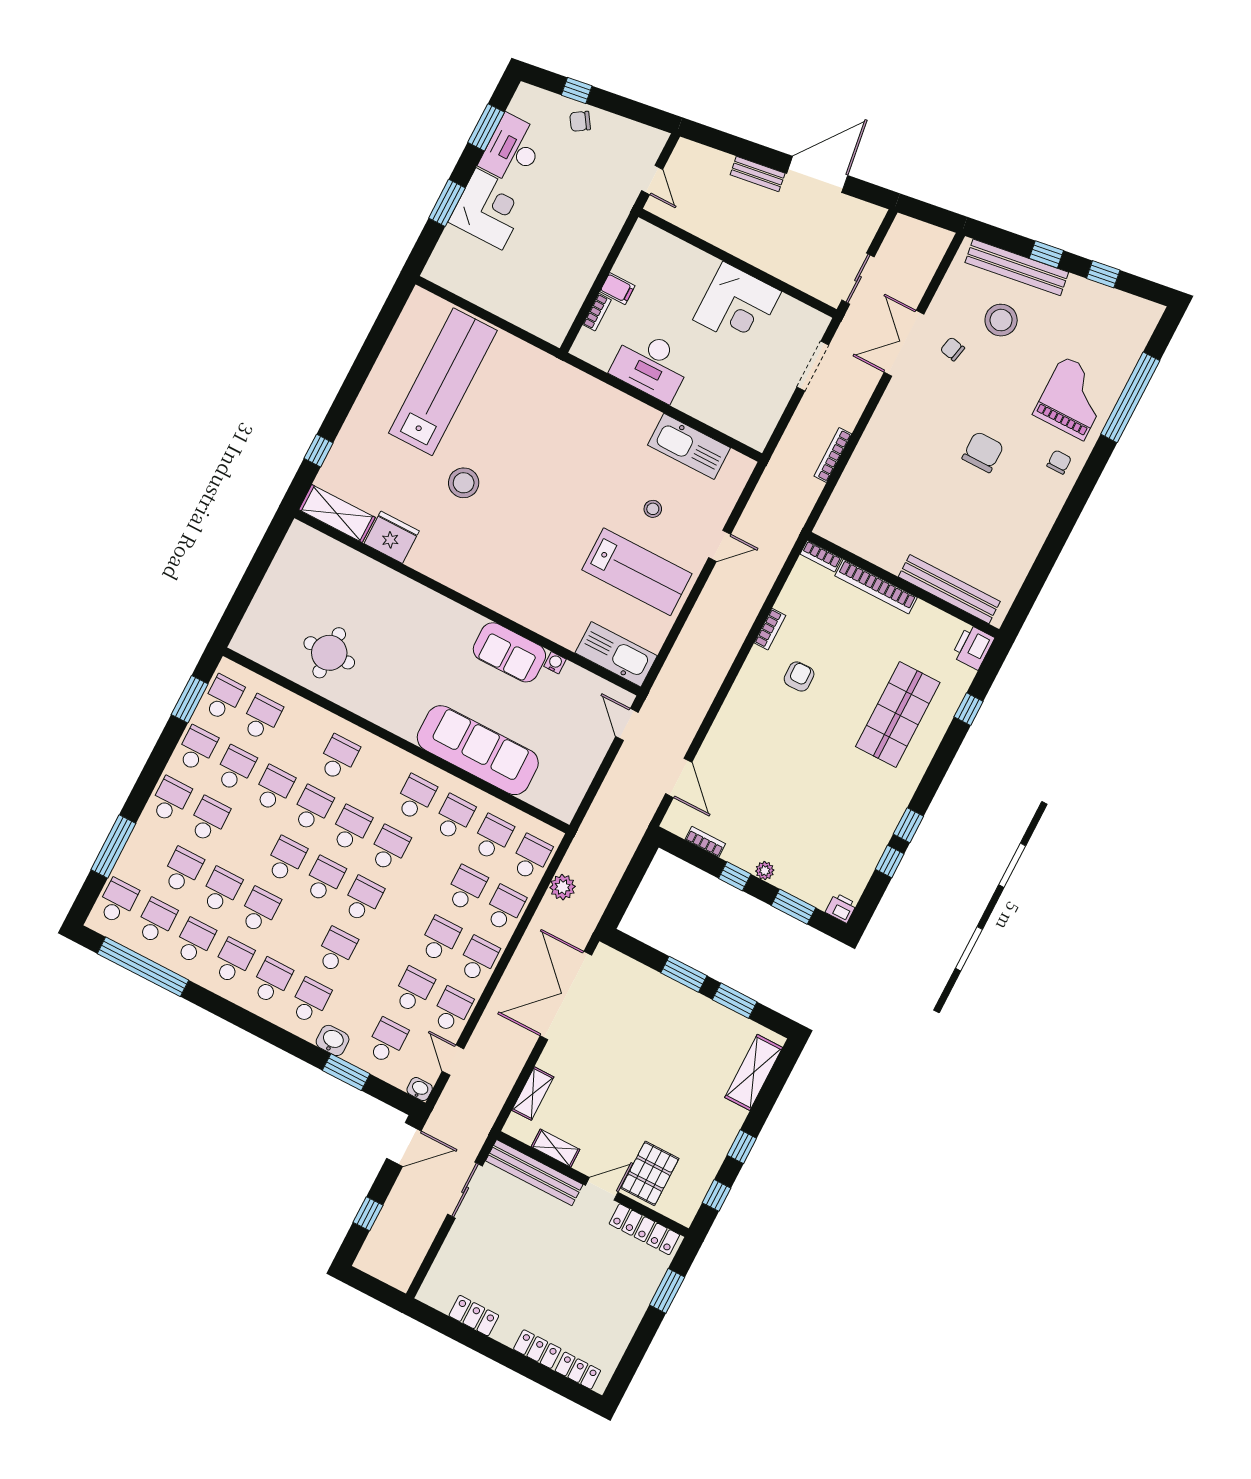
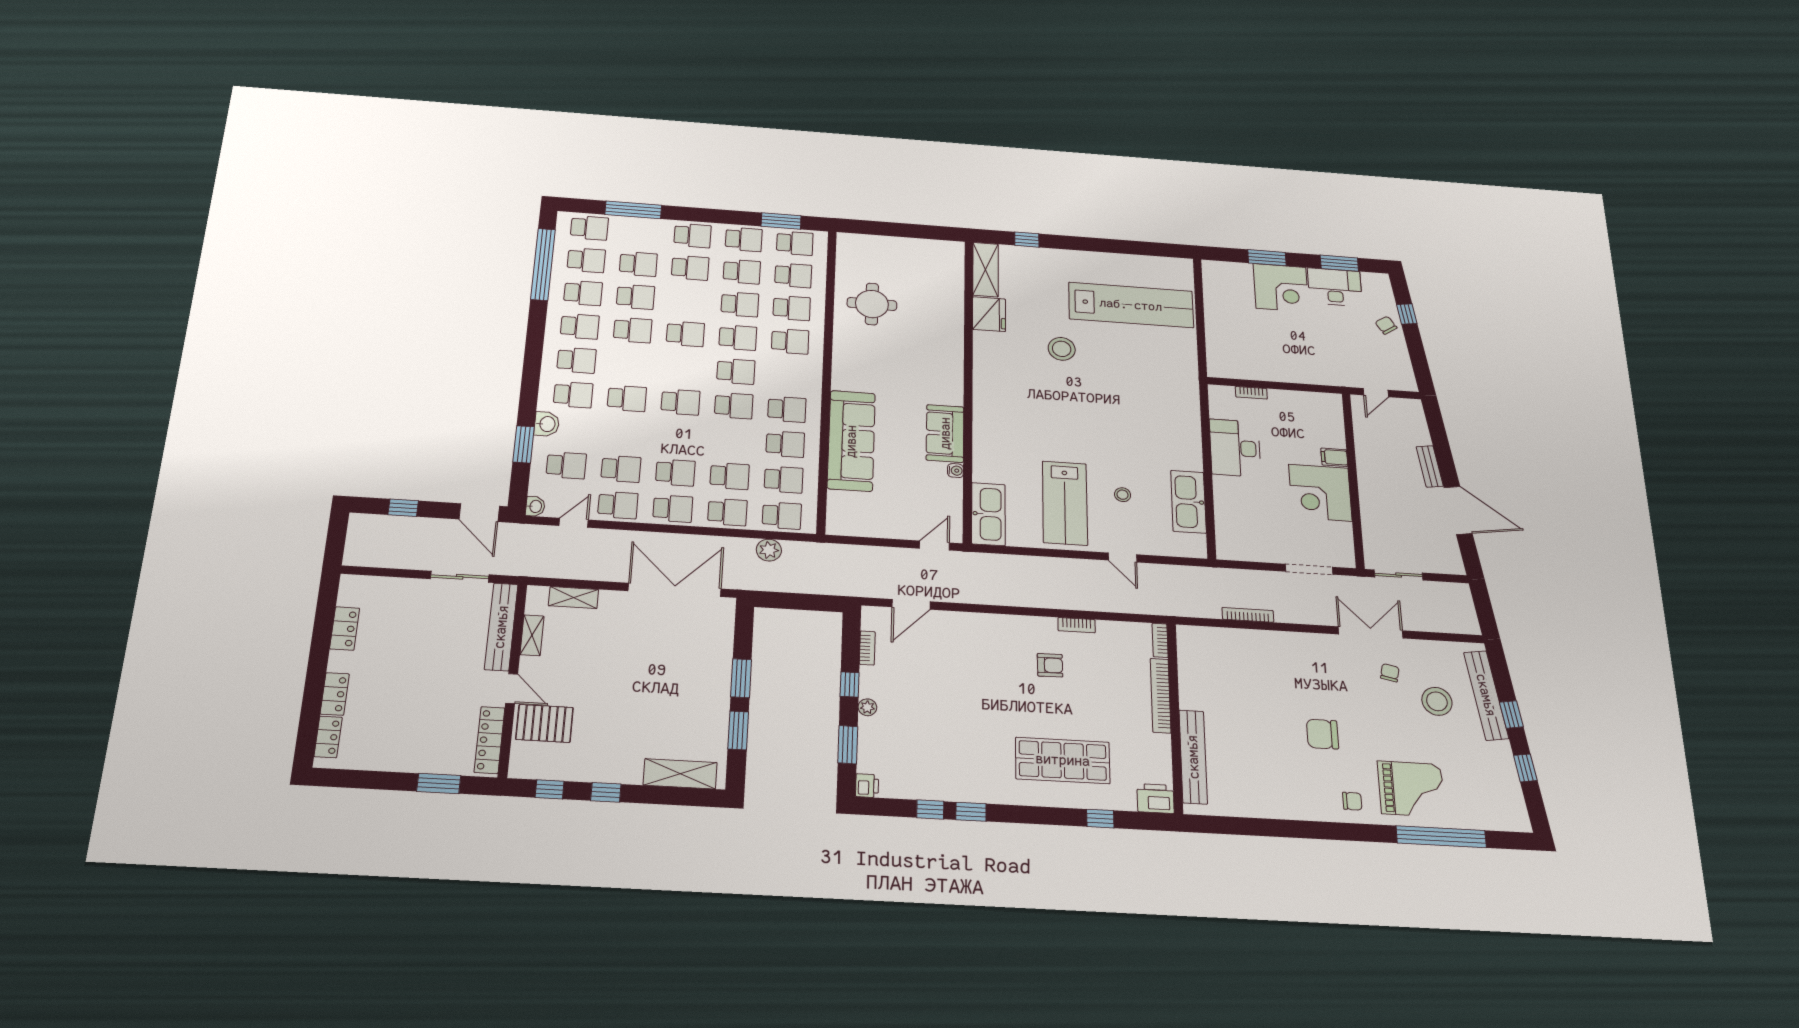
filing cabinet: (617, 289) -> (1334, 457), moved, turned 90
chair: (983, 452) -> (1322, 734), turned 180
school desk: (324, 879) -> (792, 308), moved

